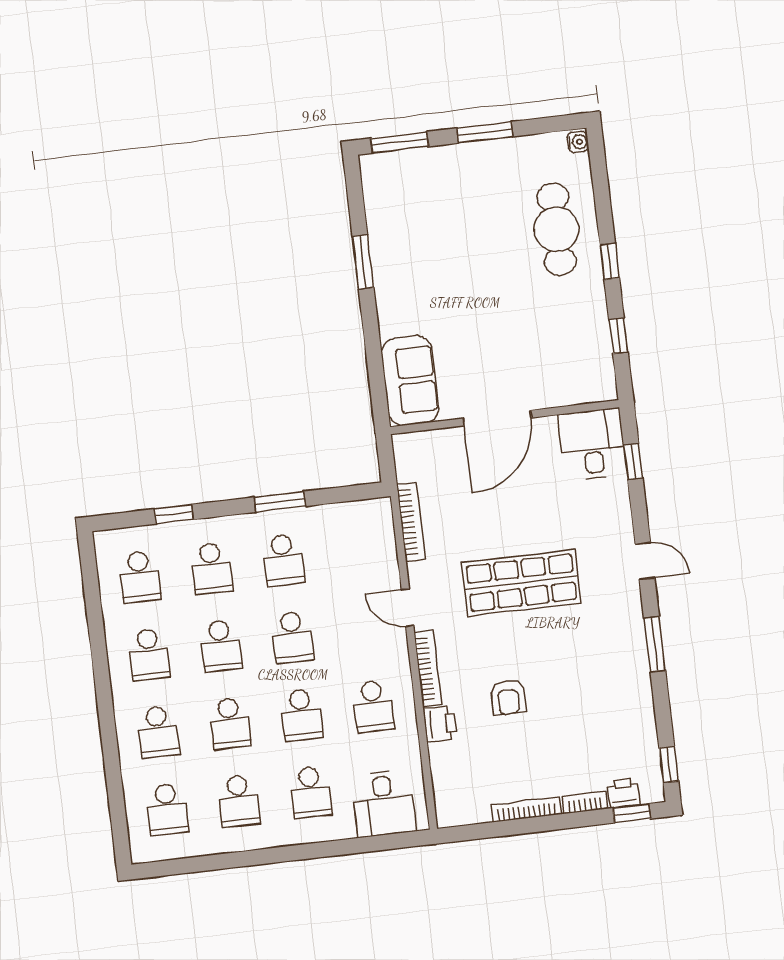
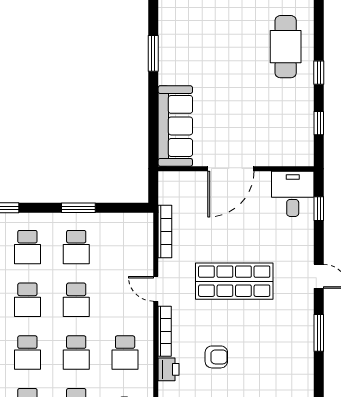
sofa: (410, 381) -> (175, 126), width x1.36
armchair: (508, 697) -> (216, 357), turned -90

